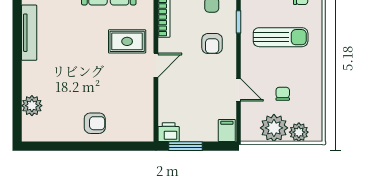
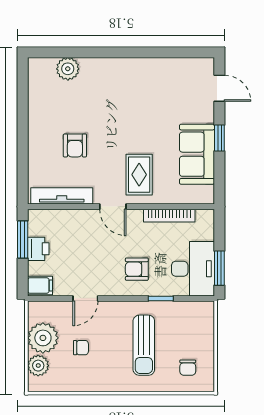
tv unit: (29, 33) -> (62, 196), moved, turned 180
armchair: (95, 123) -> (75, 145), moved
printer: (169, 132) -> (38, 249), moved

